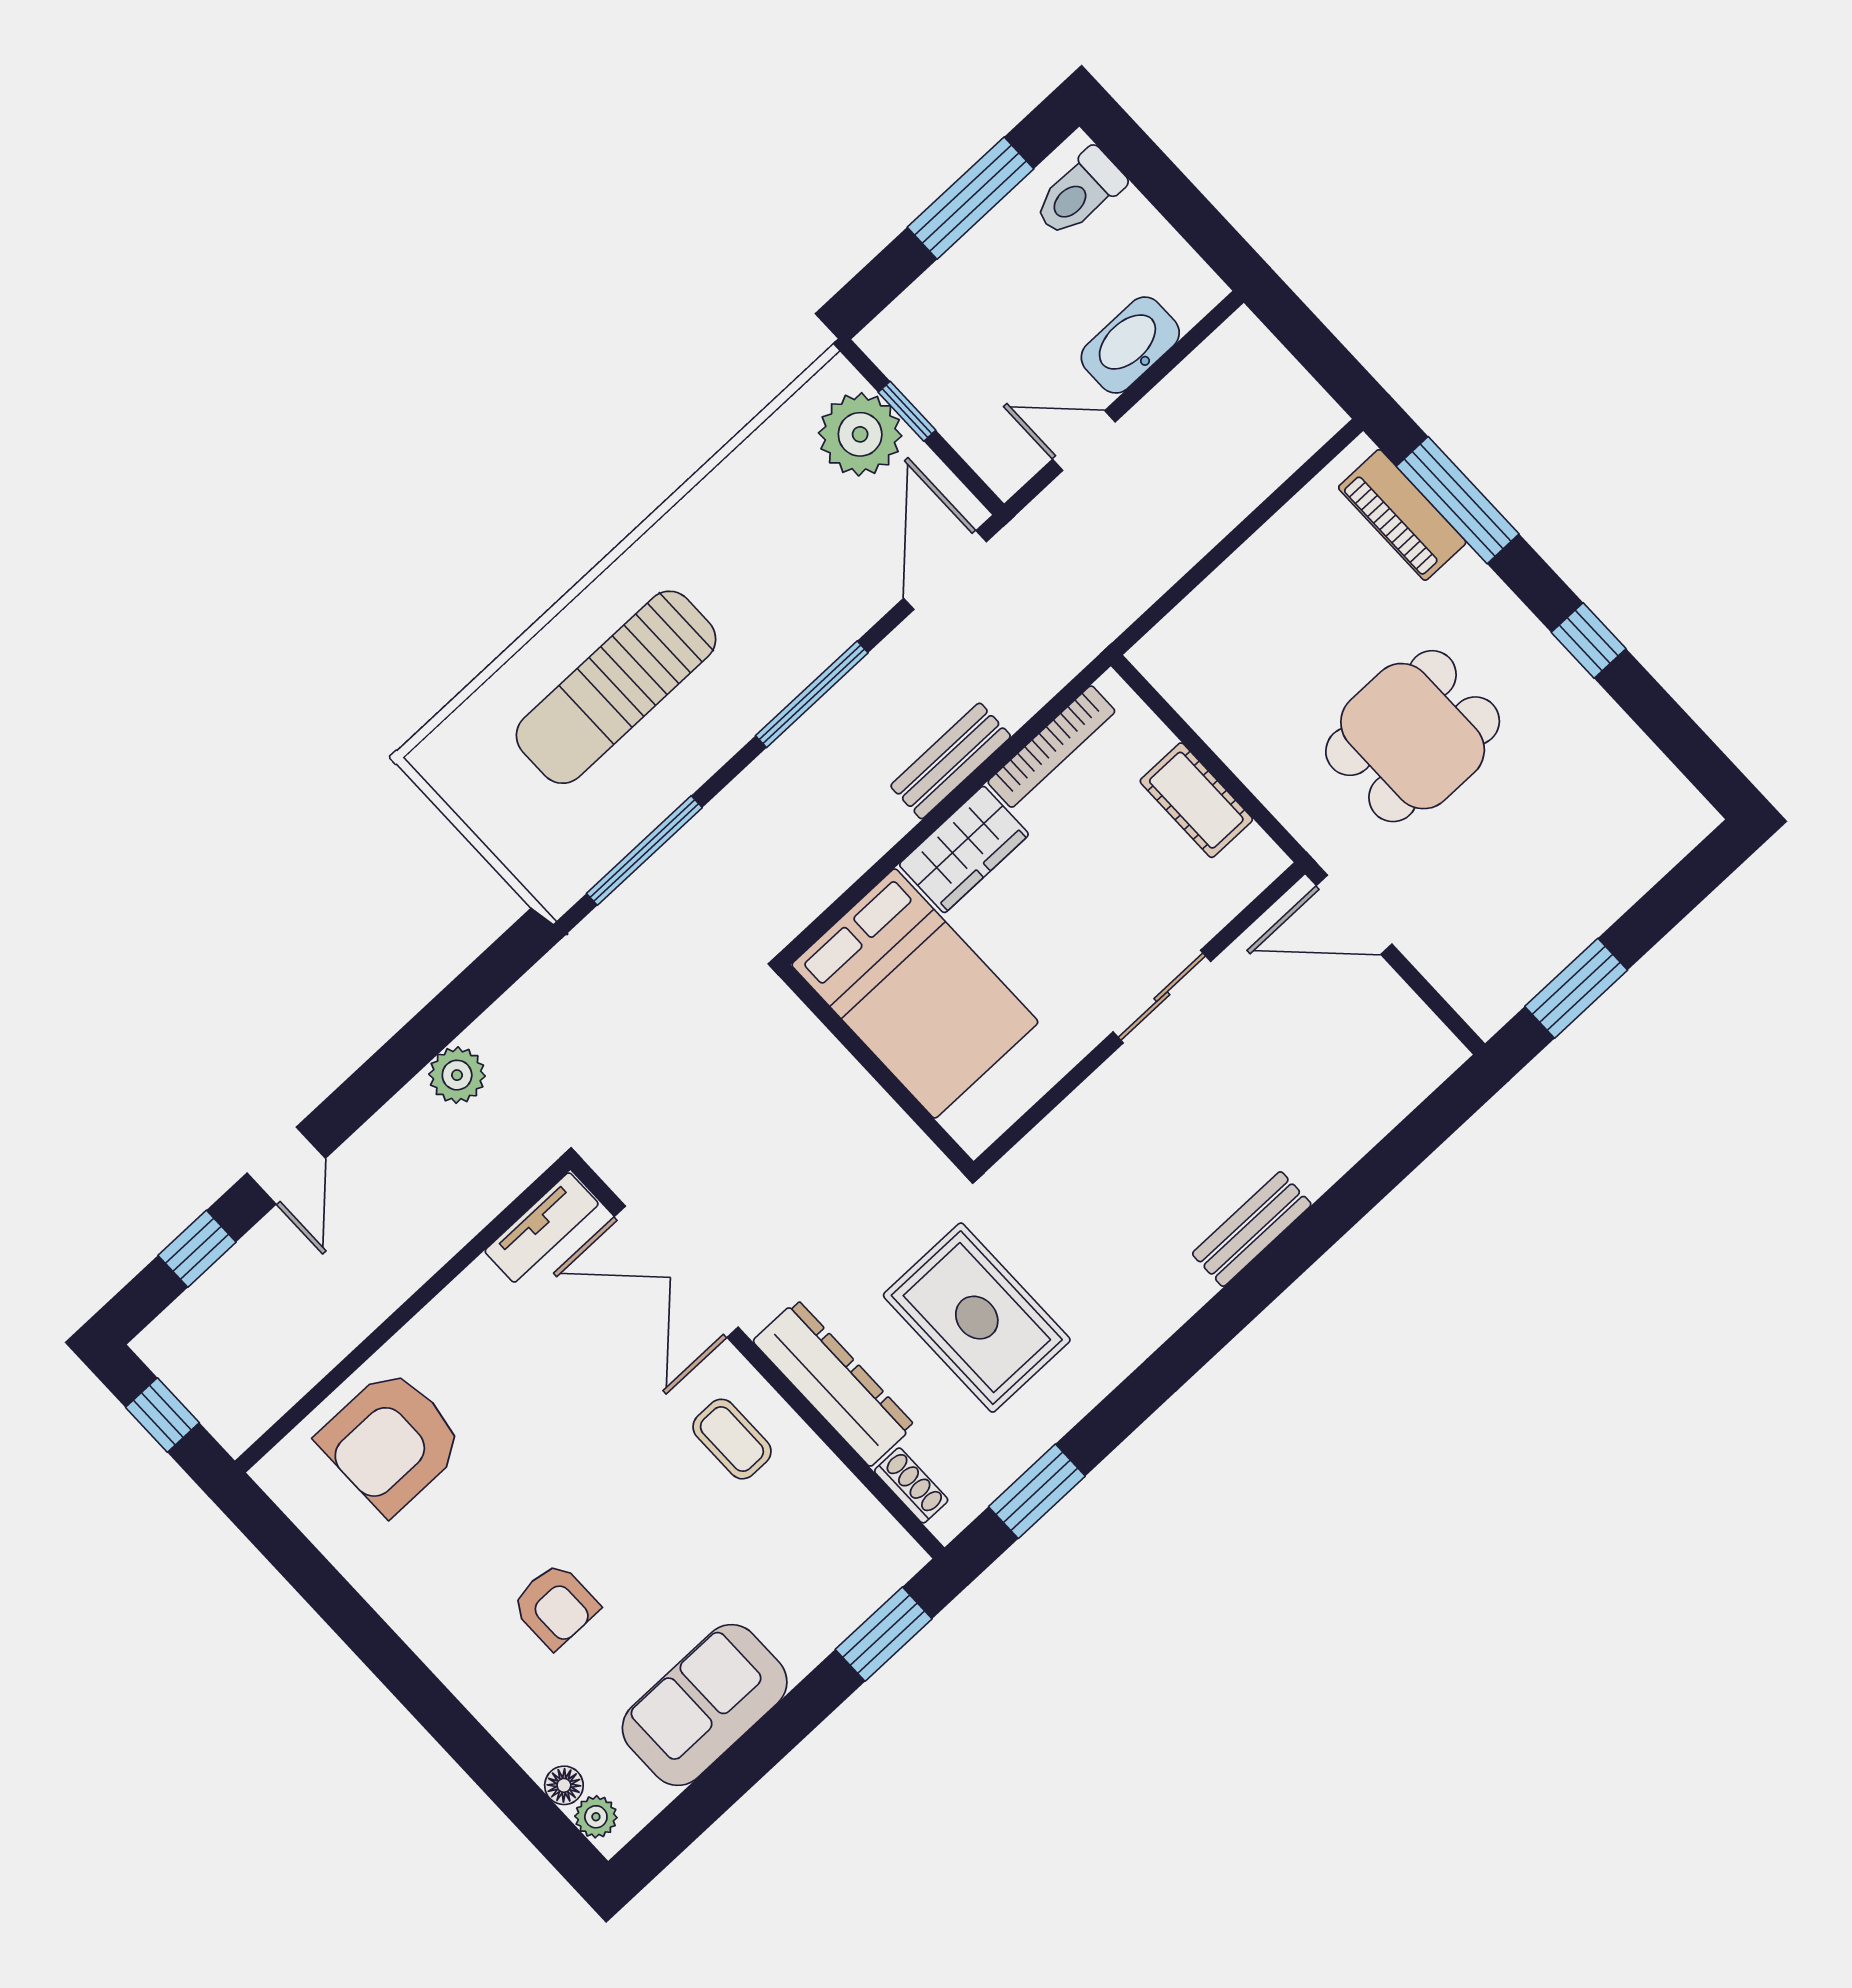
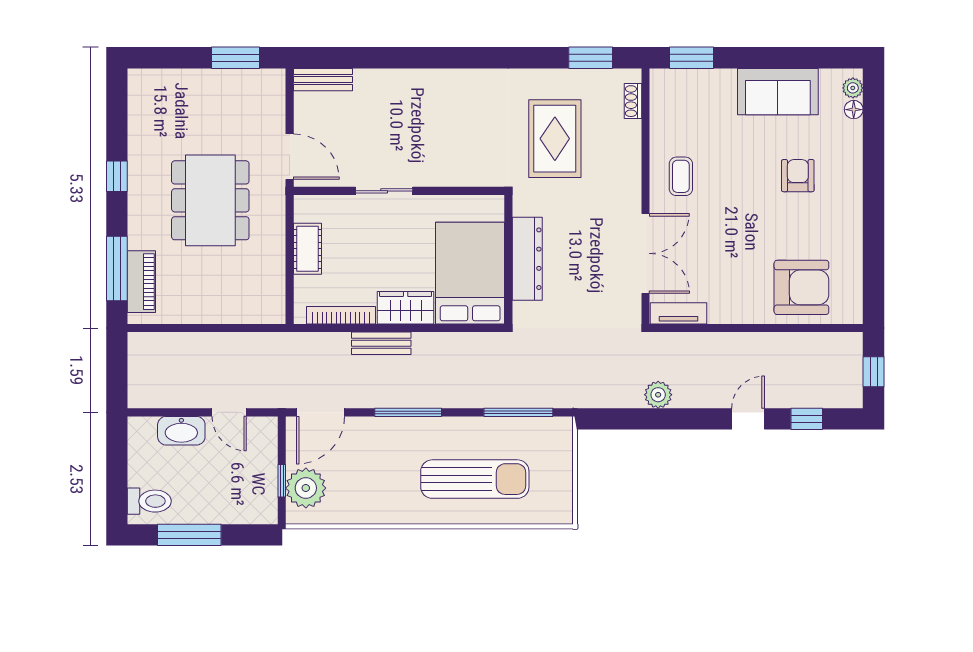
dining table: (1413, 736) -> (210, 200), width x1.38
bench: (1252, 1229) -> (323, 80), moved
dresser: (834, 1383) -> (527, 259), moved, turned 180

